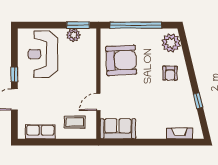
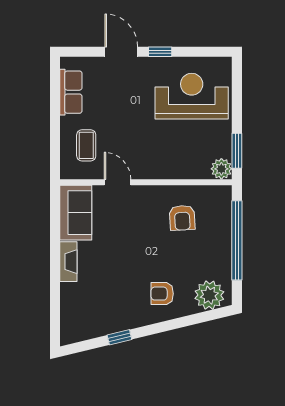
plant: (73, 35) -> (221, 169), moved
armchair: (121, 60) -> (182, 218), width x0.53, depth x0.53
fireplace: (179, 133) -> (68, 262), moved

